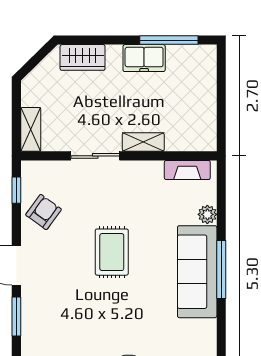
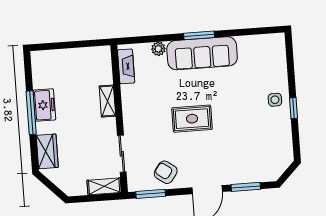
window: (169, 40) -> (31, 113), moved
sliding door: (95, 156) -> (122, 154), moved
window: (16, 190) -> (151, 194), width x1.50
window: (221, 270) -> (199, 35), width x0.69

